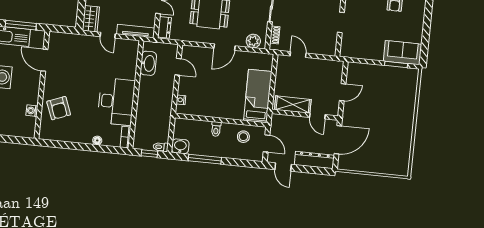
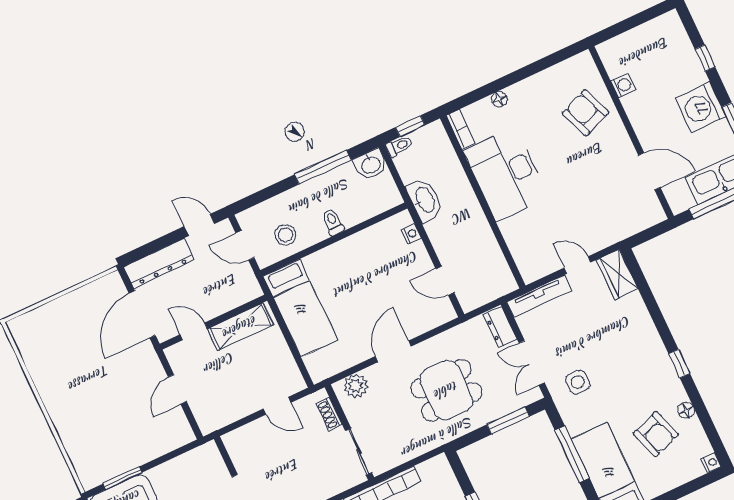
washbasin: (148, 63) -> (425, 200), moved, turned 180

